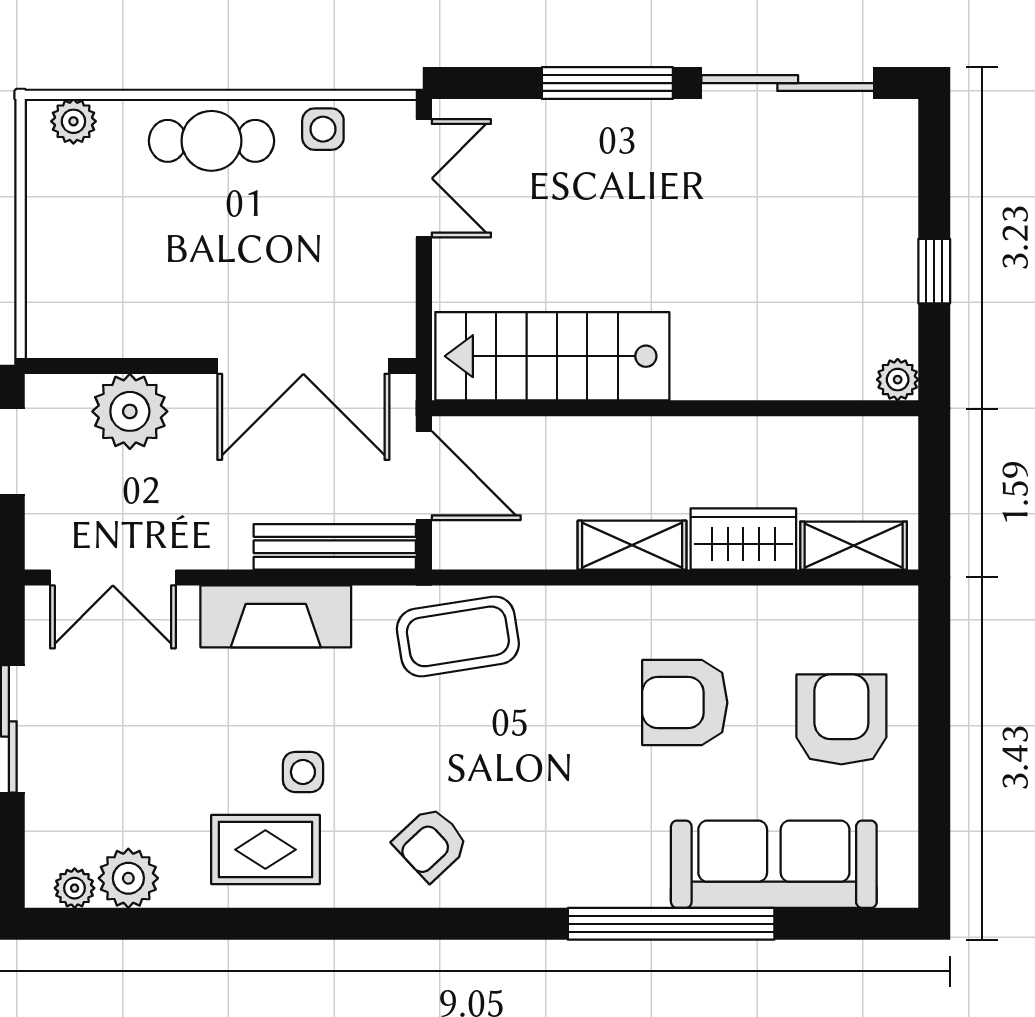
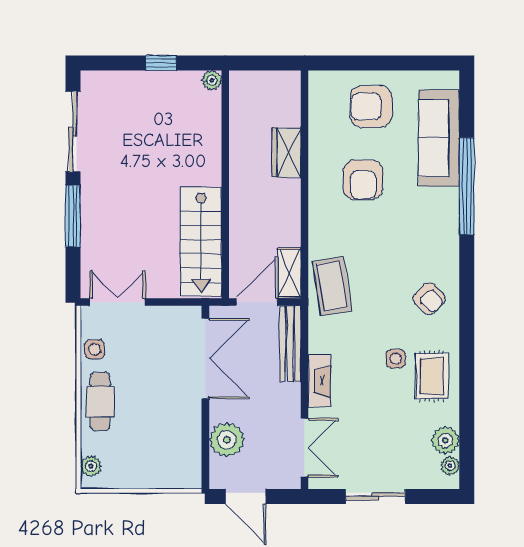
shelving: (632, 545) -> (289, 273), moved
shelving: (854, 546) -> (290, 101), removed
fireplace: (276, 616) -> (319, 381), width x0.73, depth x0.76

